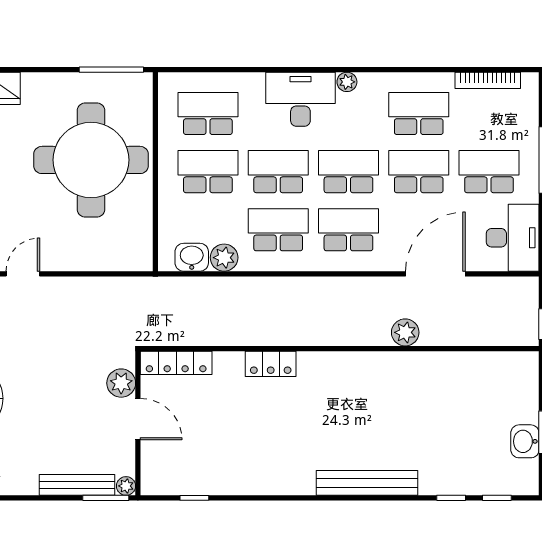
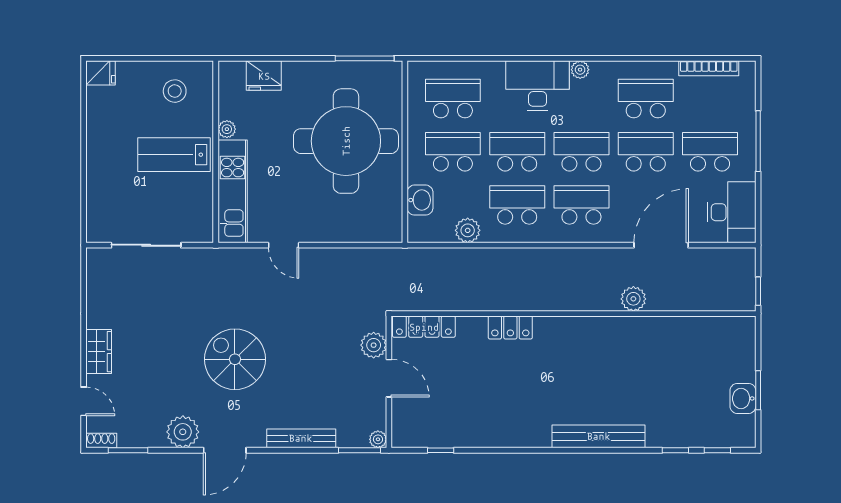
washbasin: (192, 257) -> (420, 200), moved, turned 90
door: (23, 274) -> (284, 245), swing flipped
bench: (77, 485) -> (301, 438), moved

